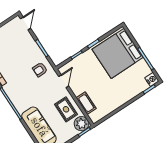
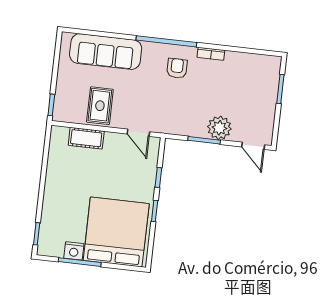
armchair: (40, 70) -> (177, 68), moved
nightstand: (152, 79) -> (74, 251), moved
rug: (66, 109) -> (100, 106), turned 90
plant: (82, 124) -> (219, 128), moved

